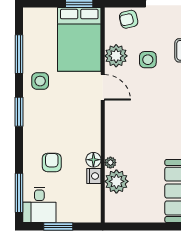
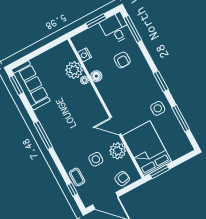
nightstand: (94, 176) -> (85, 55), moved

